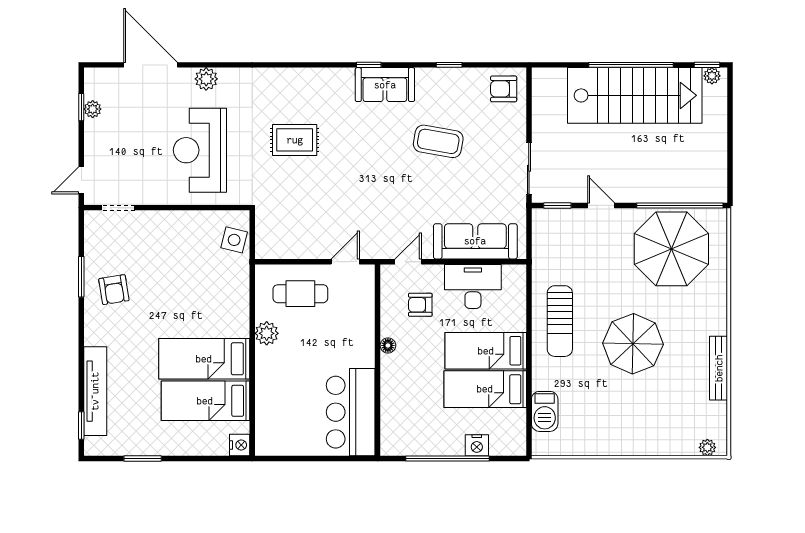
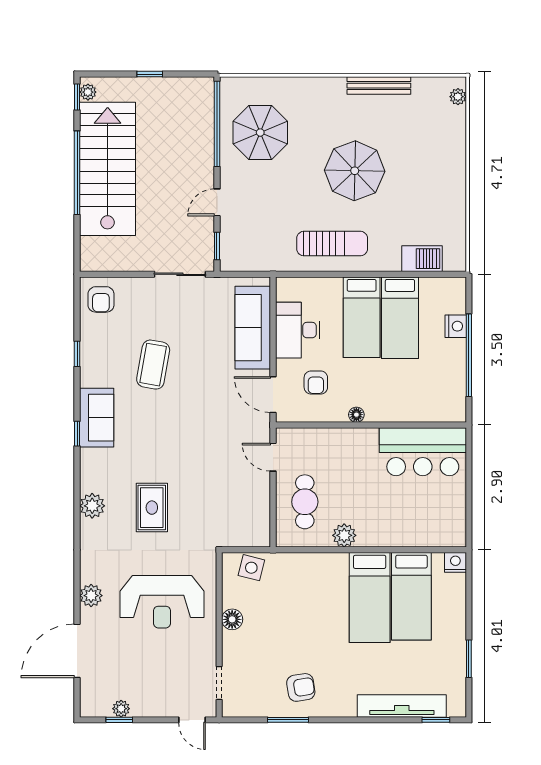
plant: (296, 80) -> (92, 506), added
window: (730, 138) -> (150, 74), added
floor lamp: (182, 221) -> (232, 619), added
parasol: (671, 249) -> (260, 133), width x0.73, depth x0.73
door: (408, 262) -> (273, 395), width x1.38

